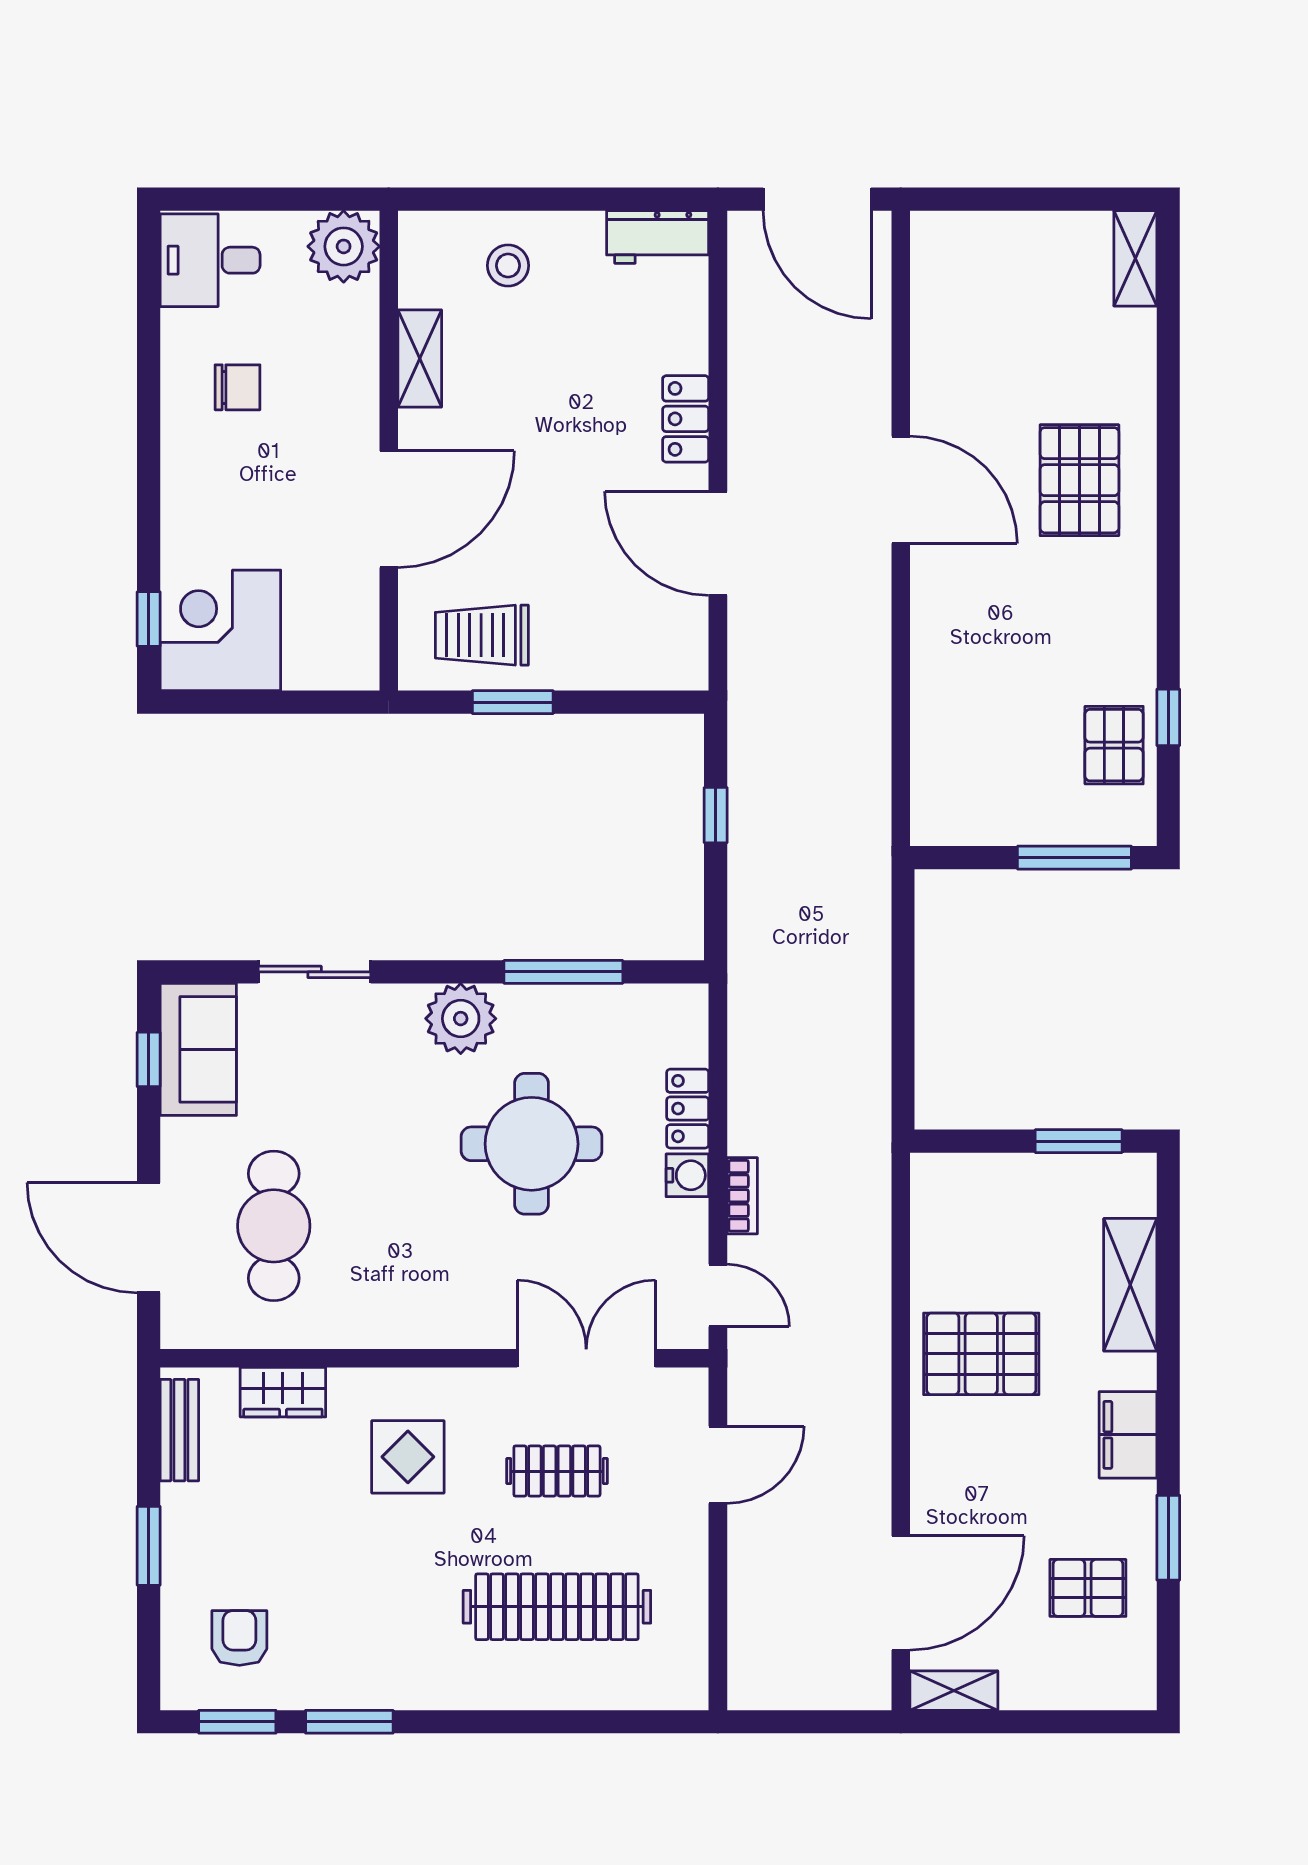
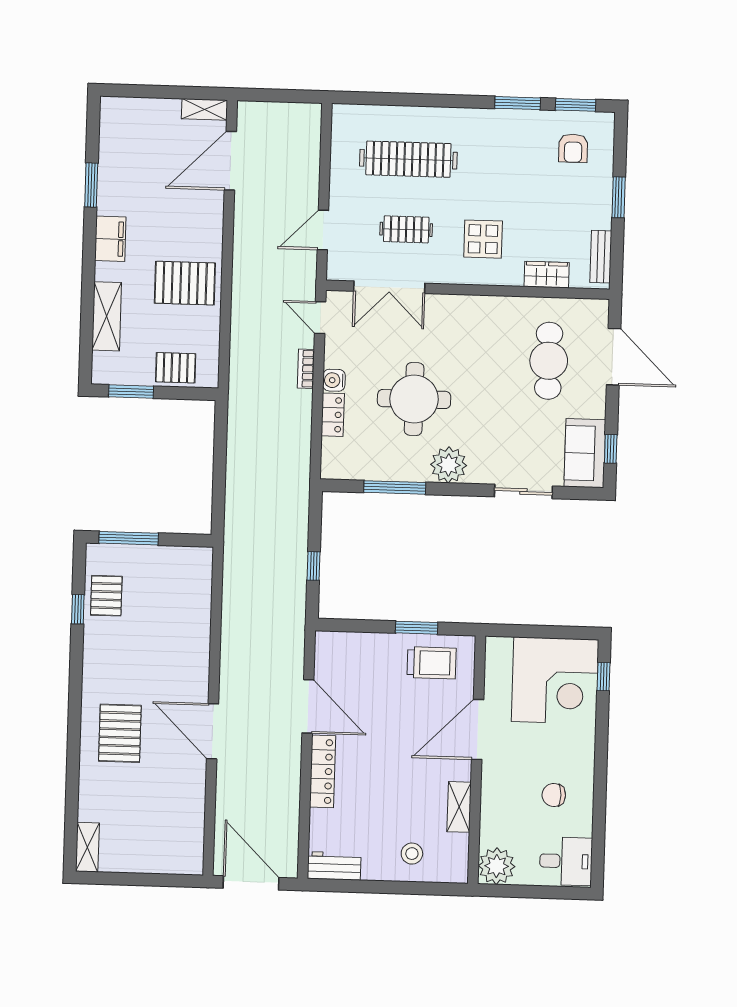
locker: (686, 419) -> (323, 771), width x1.53
corner desk: (220, 630) -> (555, 680), width x1.36, depth x1.36
pallet: (1088, 1588) -> (176, 368), moved

